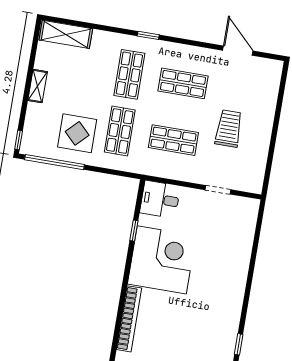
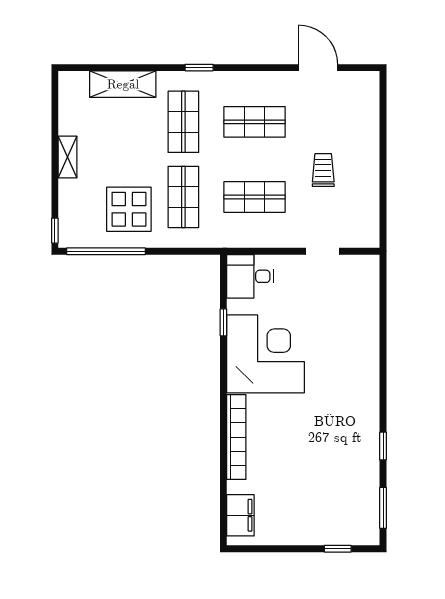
shelving: (66, 34) -> (123, 84), moved
trolley: (229, 129) -> (323, 170), width x0.73, depth x0.72

